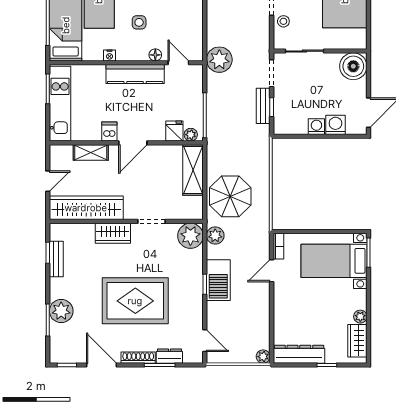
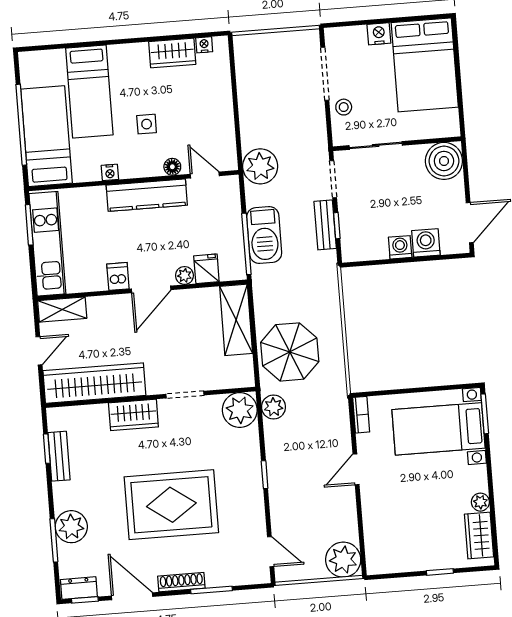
plant: (191, 135) -> (184, 275), moved
shelving: (91, 152) -> (62, 309), moved
door: (272, 271) -> (356, 469), moved
barbecue: (218, 280) -> (264, 235), moved
dresser: (299, 354) -> (401, 560), removed
dresser: (169, 356) -> (79, 588), moved
plant: (263, 357) -> (343, 560), width x1.87, depth x1.87

